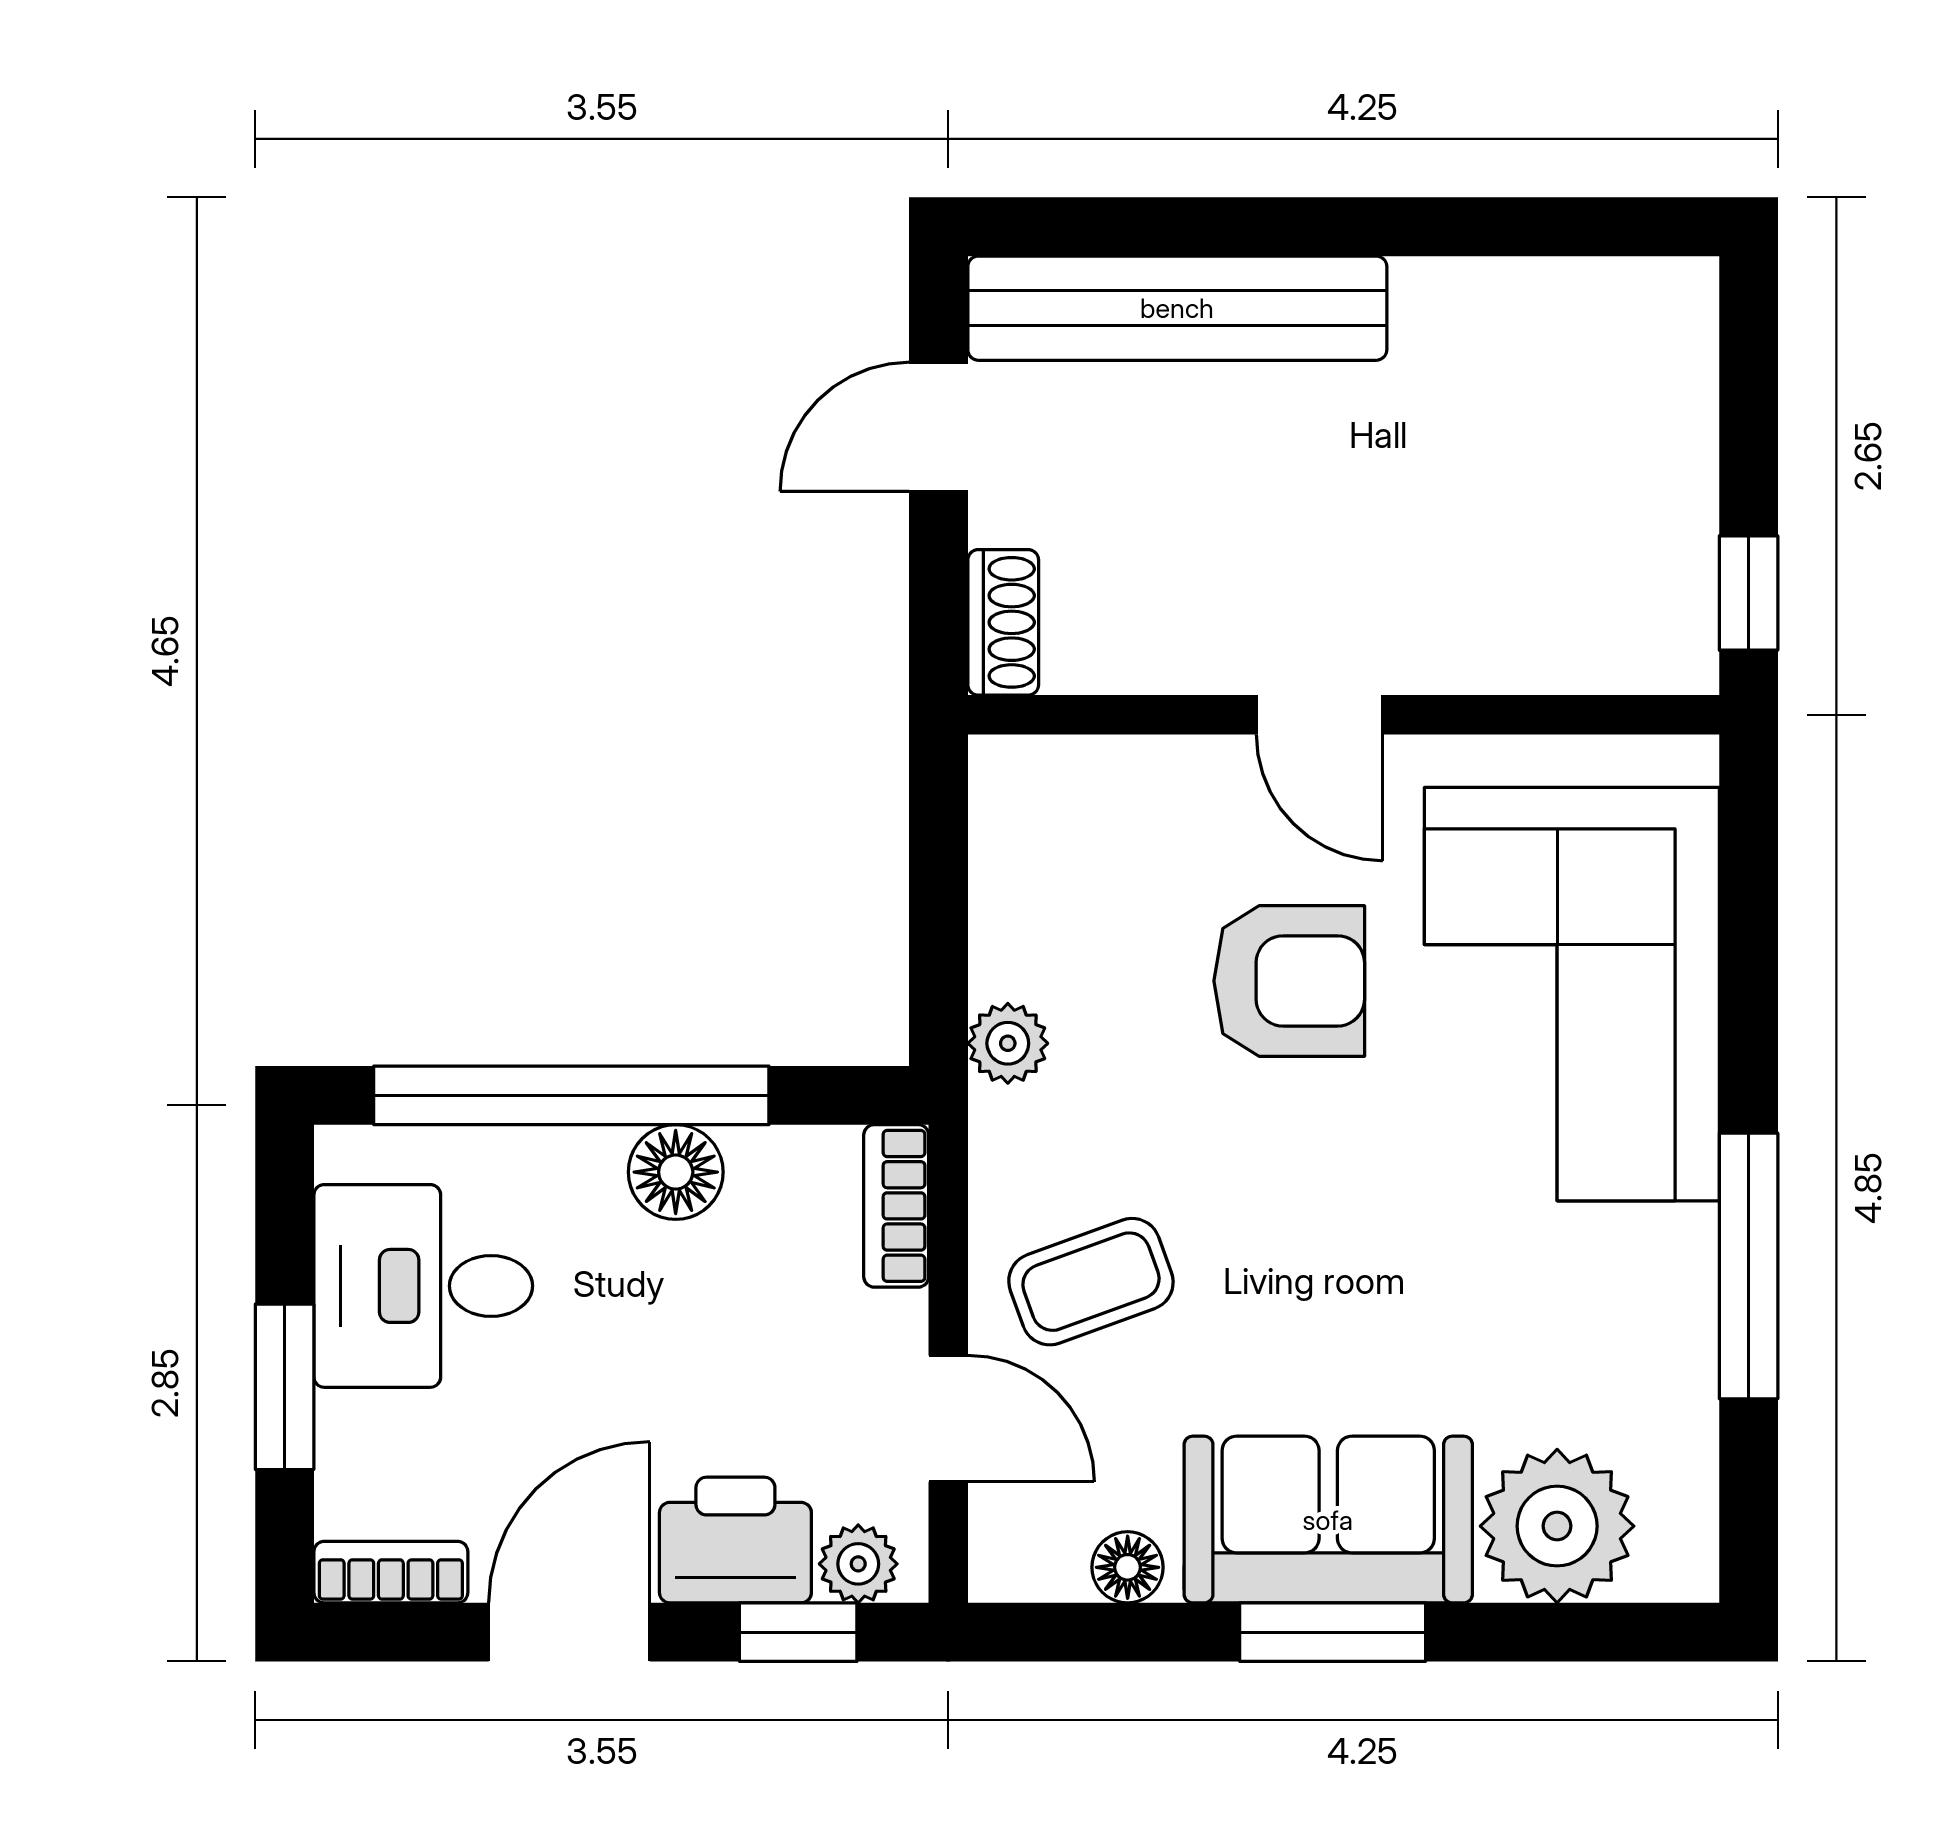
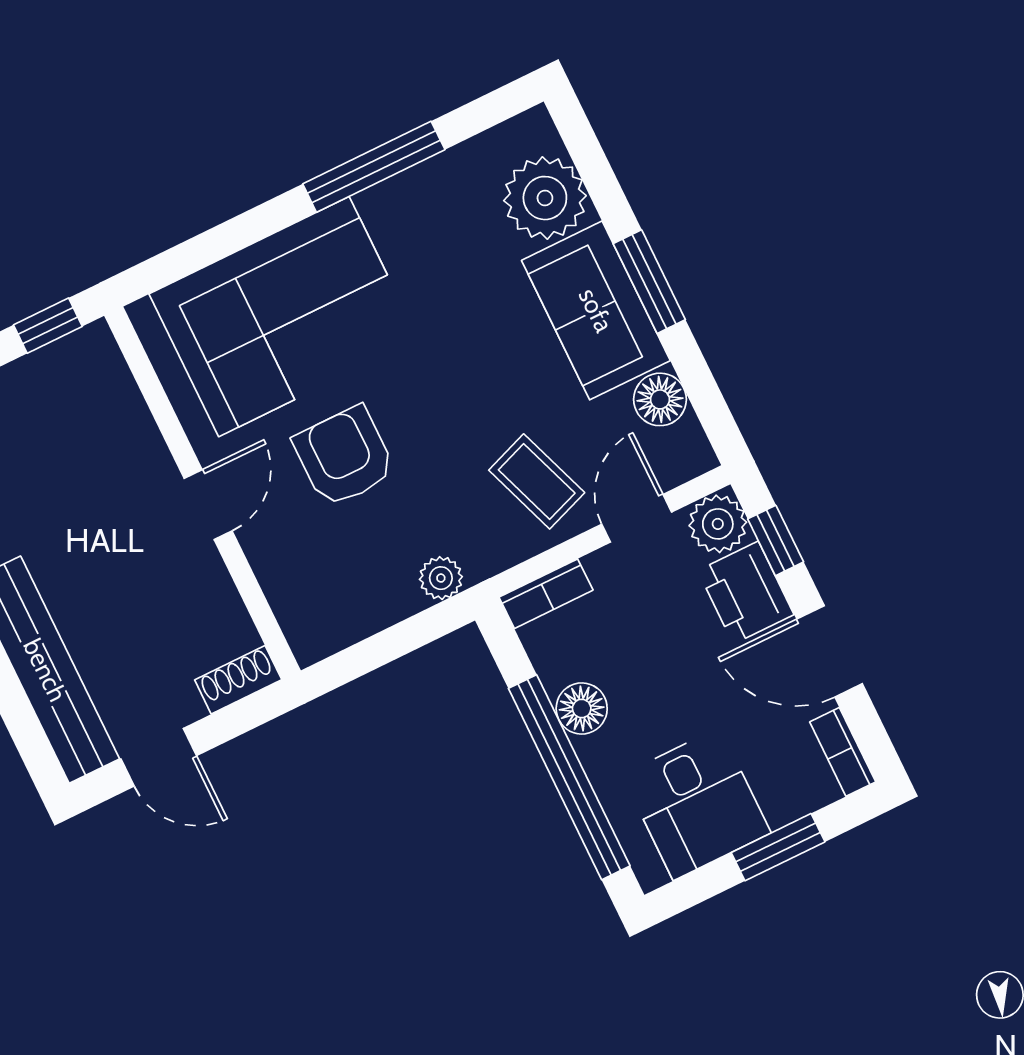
plant: (858, 1564) -> (718, 524), width x1.38, depth x1.38
floor lamp: (1128, 1567) -> (660, 399), width x1.37, depth x1.37

